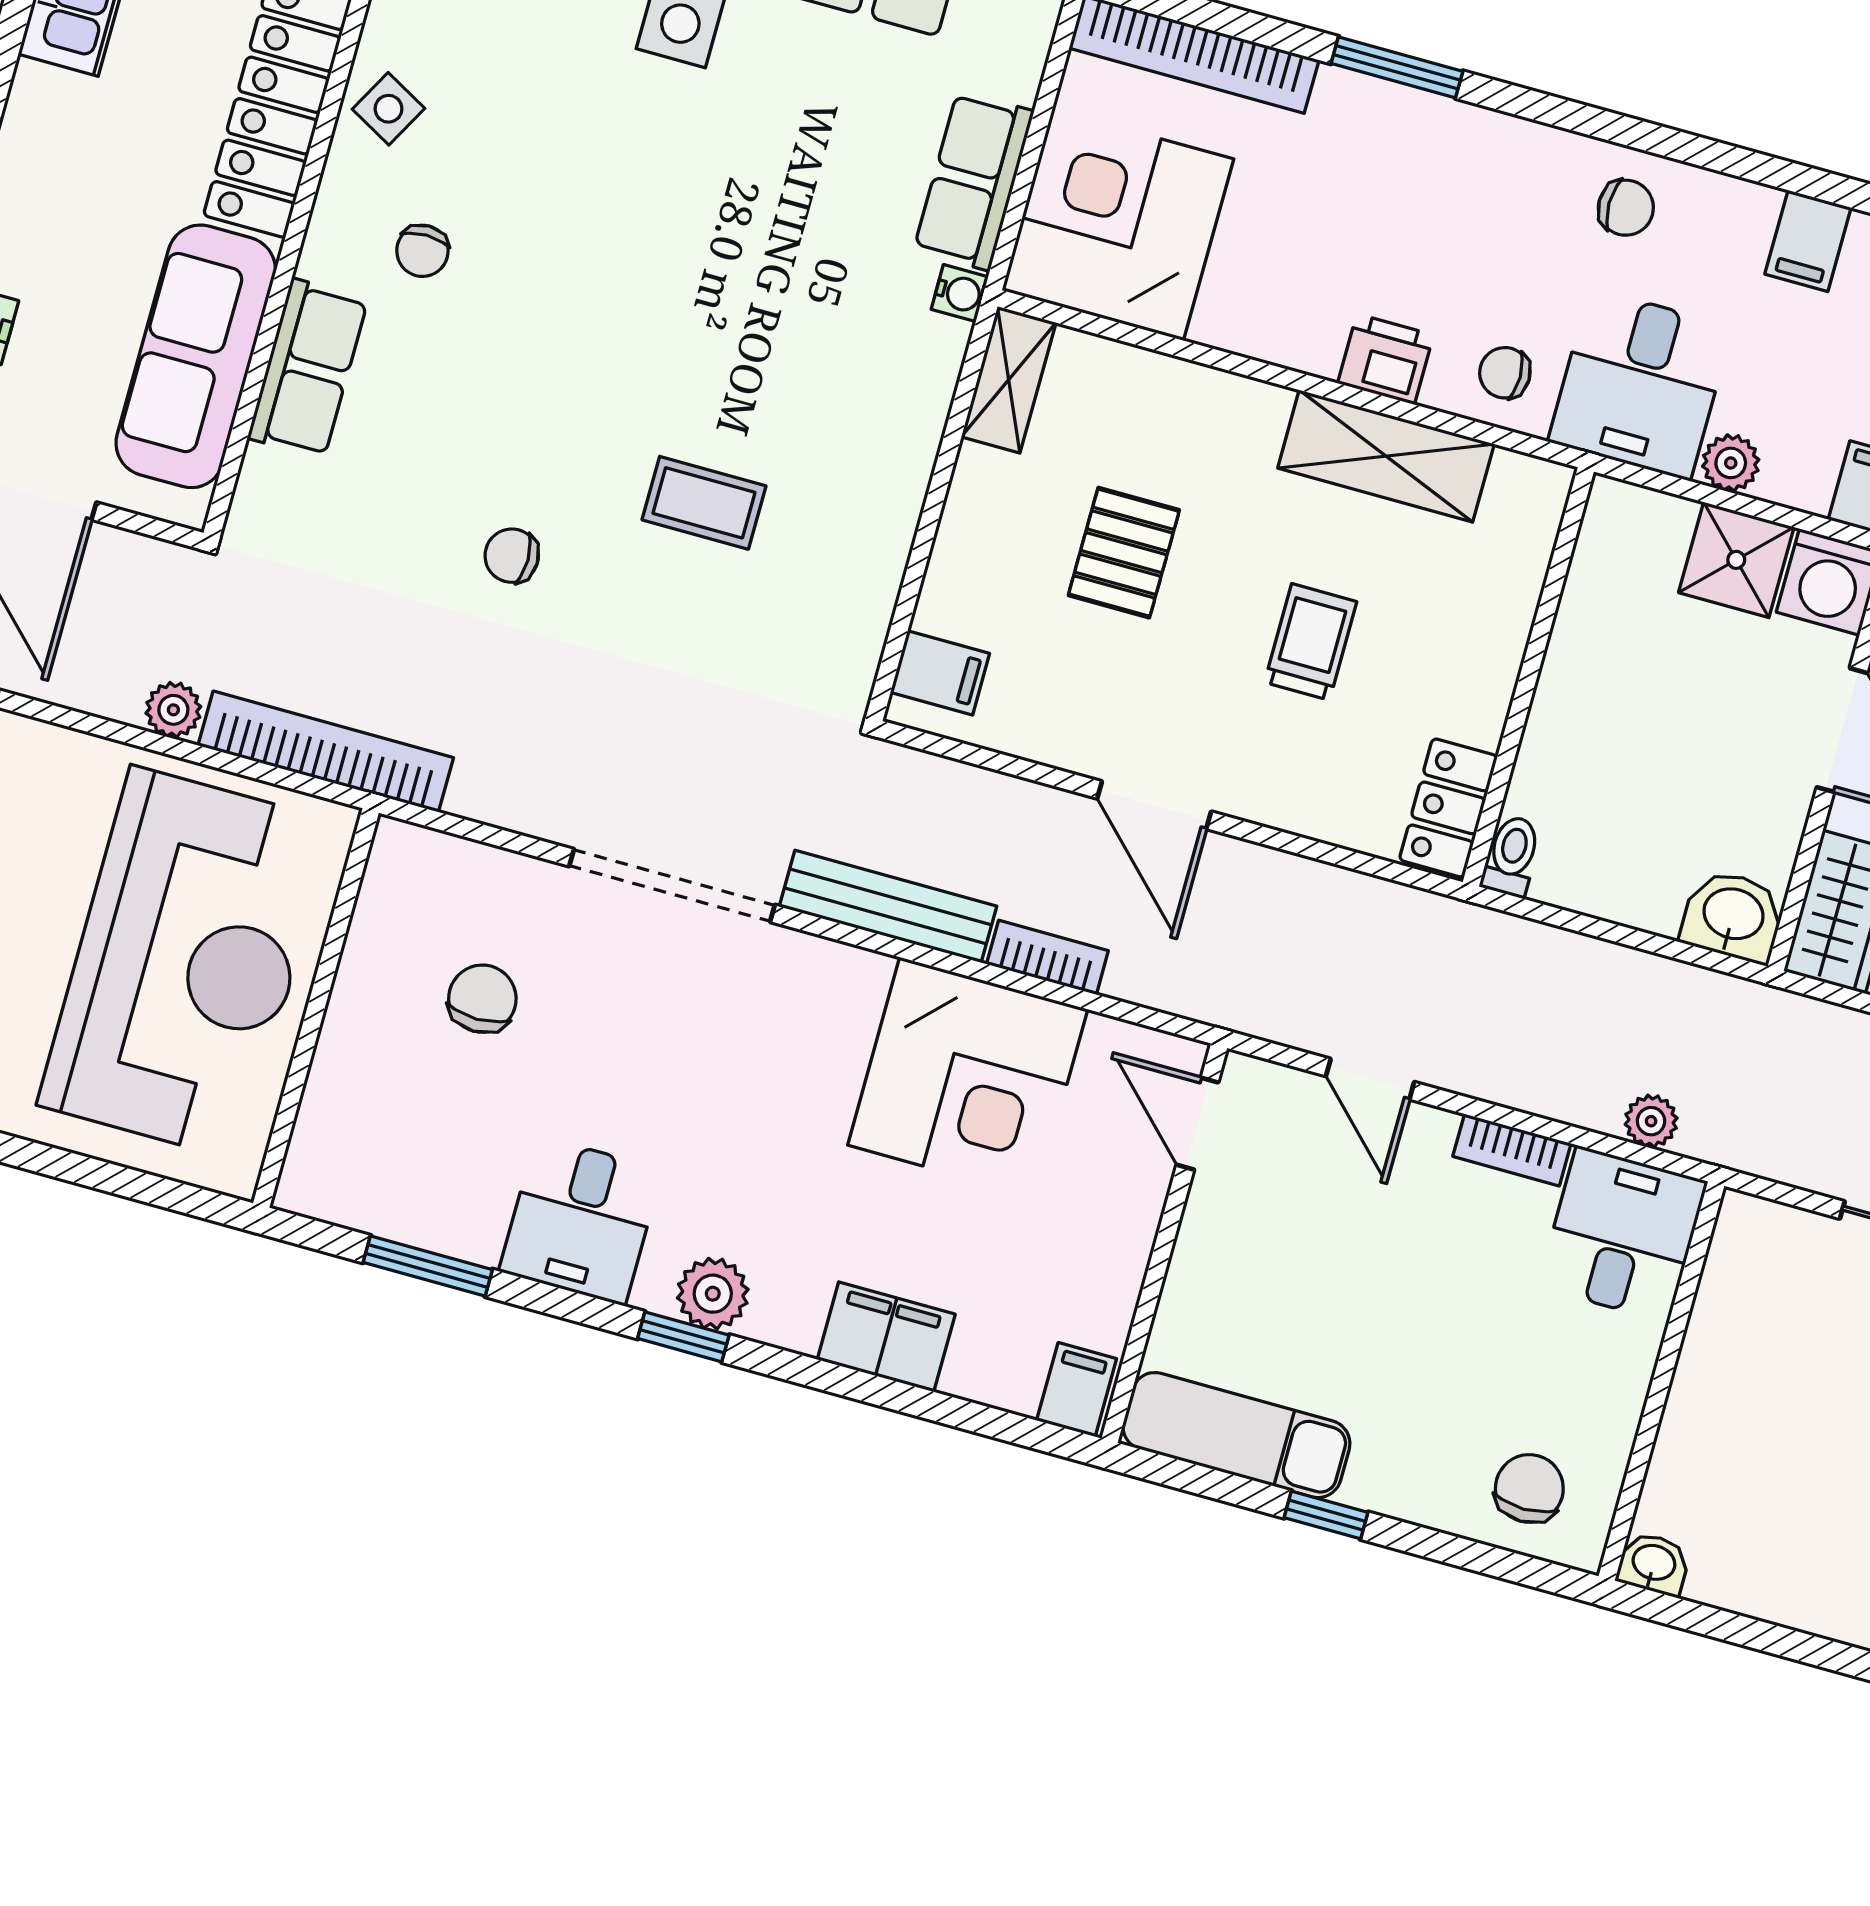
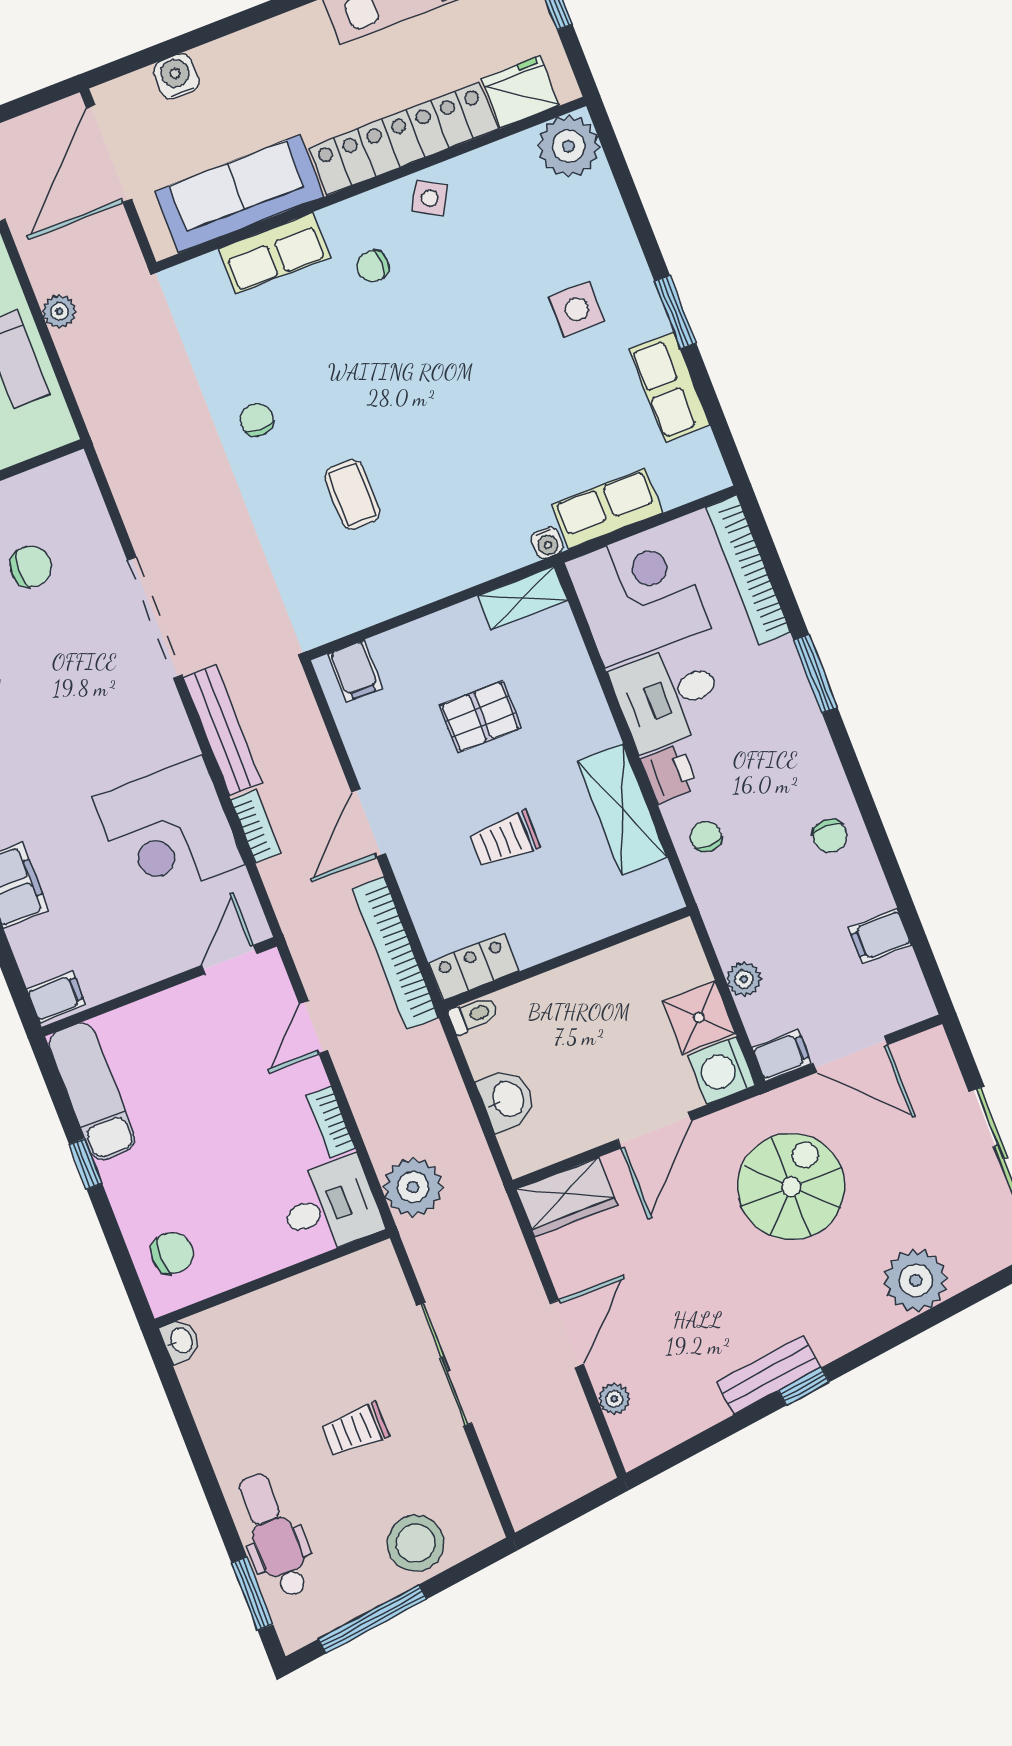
desk: (1640, 384) -> (668, 696), moved
trolley: (1311, 642) -> (505, 840), turned 180
bookcase: (326, 752) -> (395, 953), moved, turned 180
washbasin: (1733, 916) -> (507, 1099), moved
plant: (1651, 1121) -> (413, 1187), width x1.88, depth x1.88

